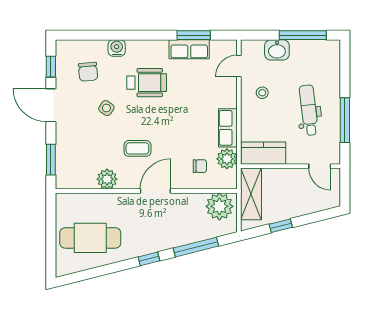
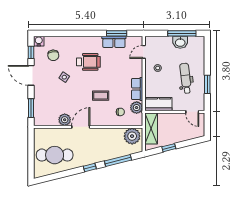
water cooler: (117, 48) -> (39, 41), moved
washbasin: (277, 50) -> (180, 42), moved
window: (345, 120) -> (207, 84), width x0.69
coffee table: (137, 148) -> (101, 96), moved
door: (155, 191) -> (81, 127), moved

